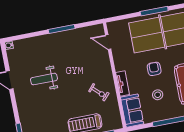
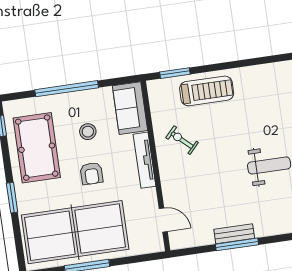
bench: (64, 36) -> (234, 234), added
tv unit: (123, 84) -> (144, 160), width x1.41

